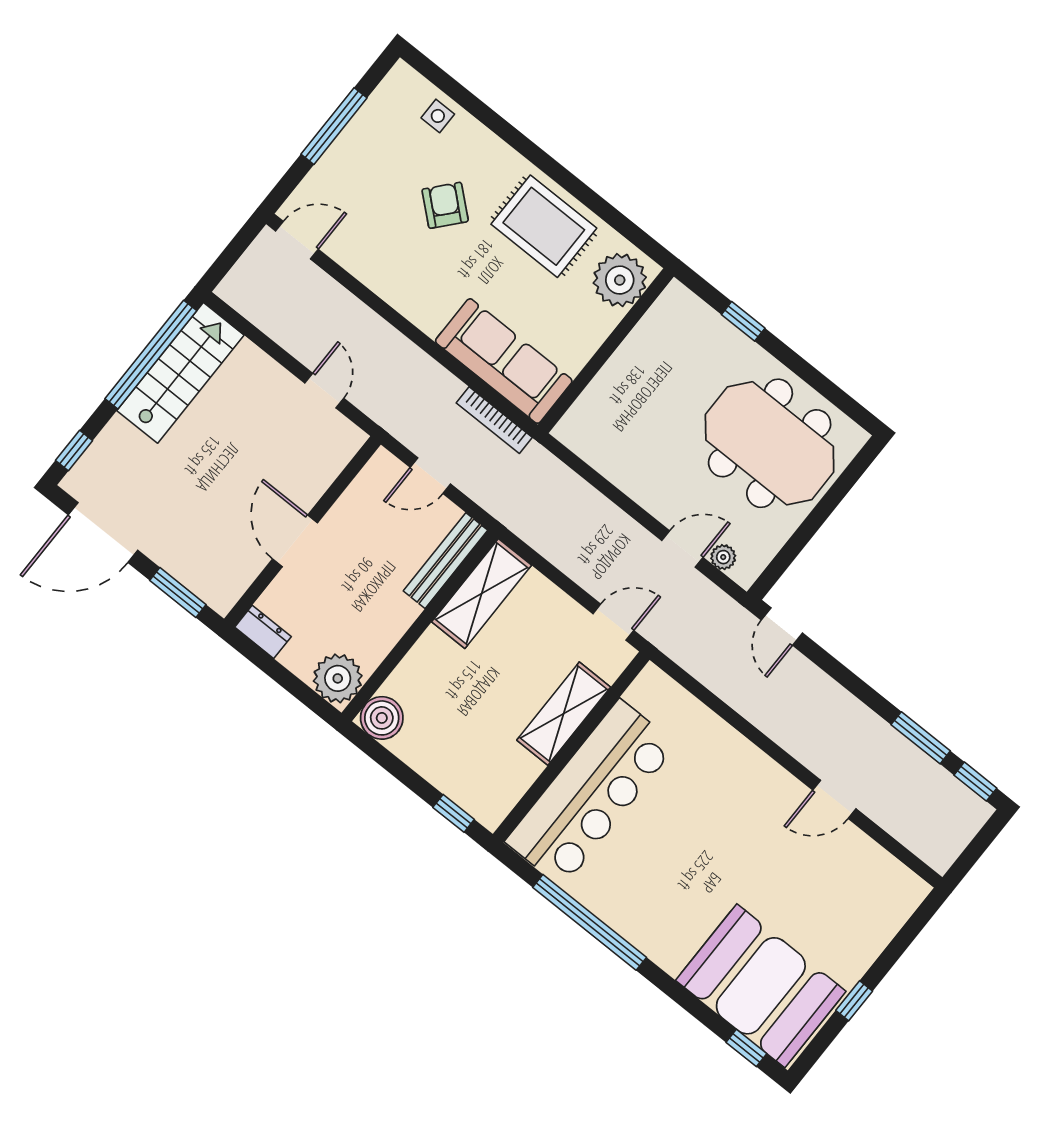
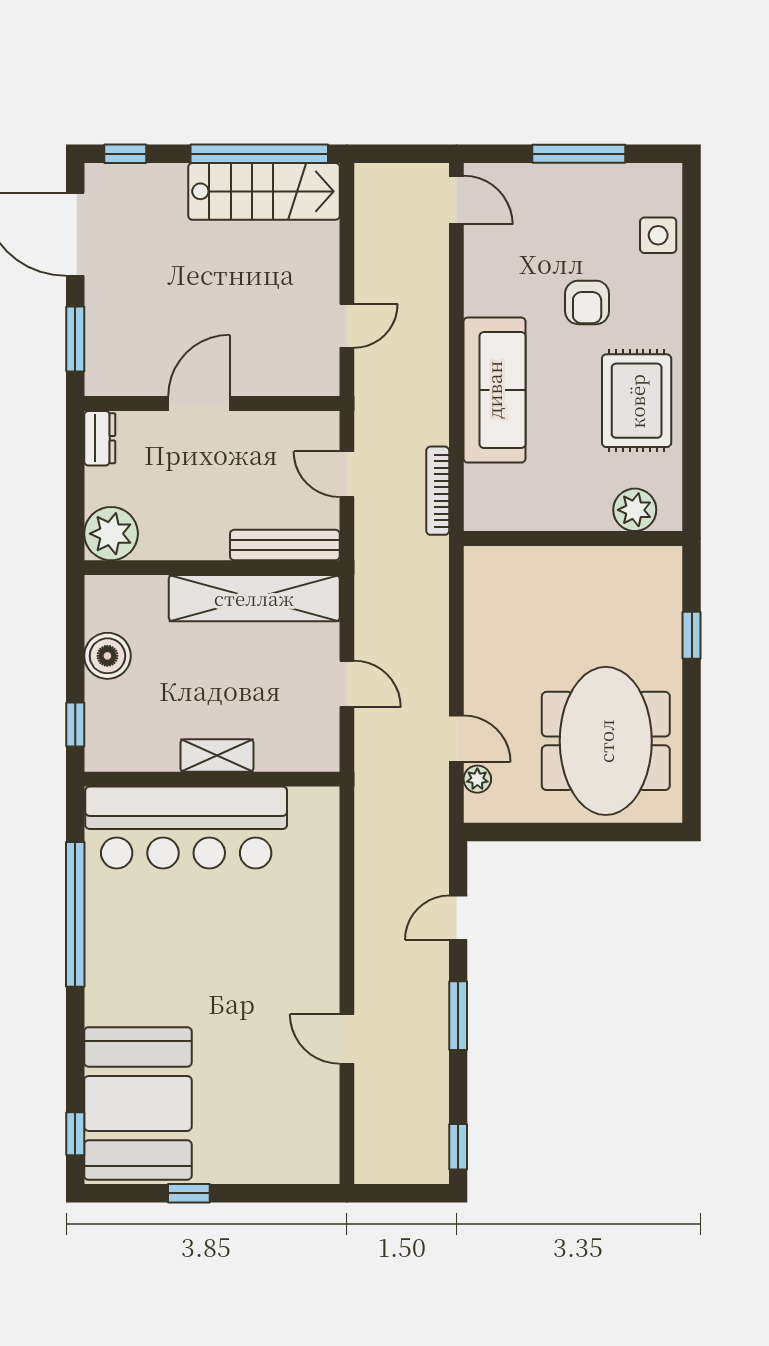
side table: (438, 116) -> (658, 235), width x1.37, depth x1.37
armchair: (445, 205) -> (587, 302), turned 139
plant: (620, 280) -> (635, 510), width x0.73, depth x0.73
sofa: (504, 361) -> (494, 390), moved
shelving: (482, 594) -> (254, 598), width x1.47
door: (613, 622) -> (347, 684), moved
door: (782, 627) -> (458, 918), moved
shelving: (564, 714) -> (217, 755), width x0.67, depth x0.75
boiler: (382, 718) -> (107, 656), moved
window: (921, 738) -> (458, 1016), moved

